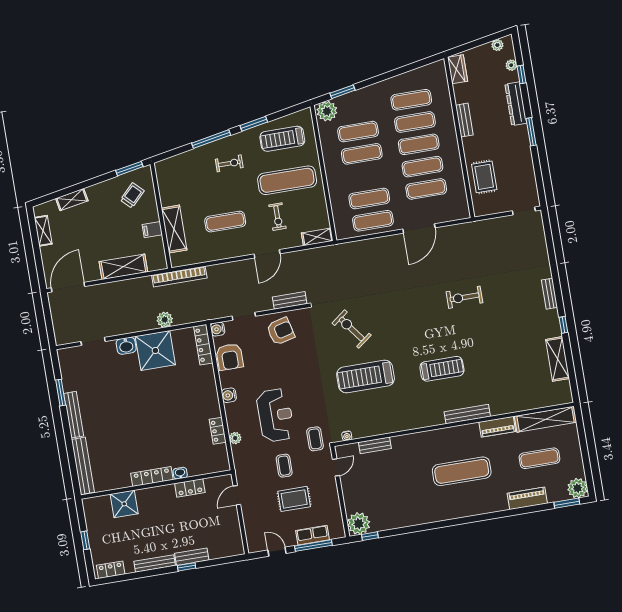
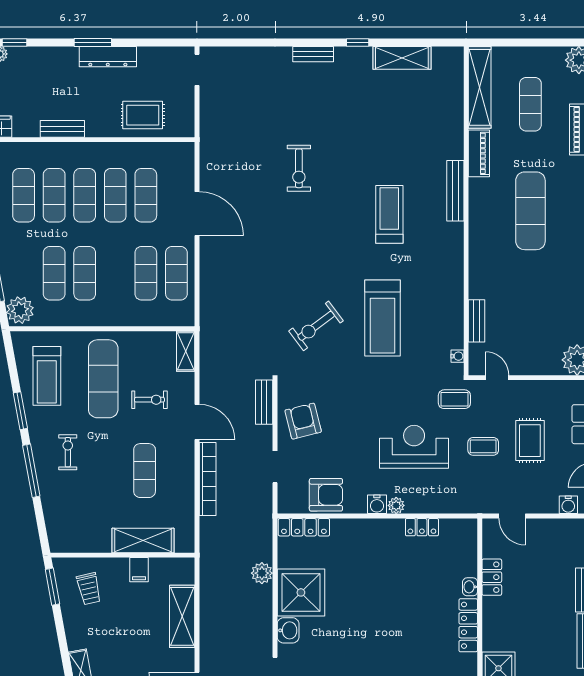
dresser: (516, 104) -> (108, 57), moved
trolley: (132, 195) -> (89, 589), turned -148
bookcase: (179, 277) -> (208, 479), moved
water cooler: (218, 329) -> (568, 505), moved
plant: (235, 438) -> (396, 505), moved

